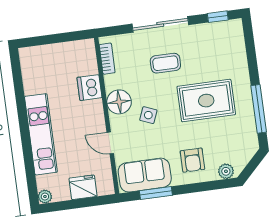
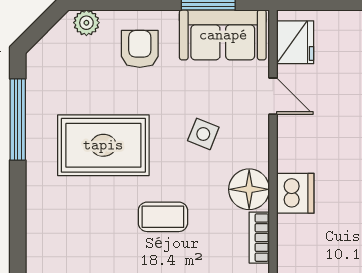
floor lamp: (119, 102) -> (249, 189), moved
fridge: (83, 187) -> (295, 42), moved, turned -90

